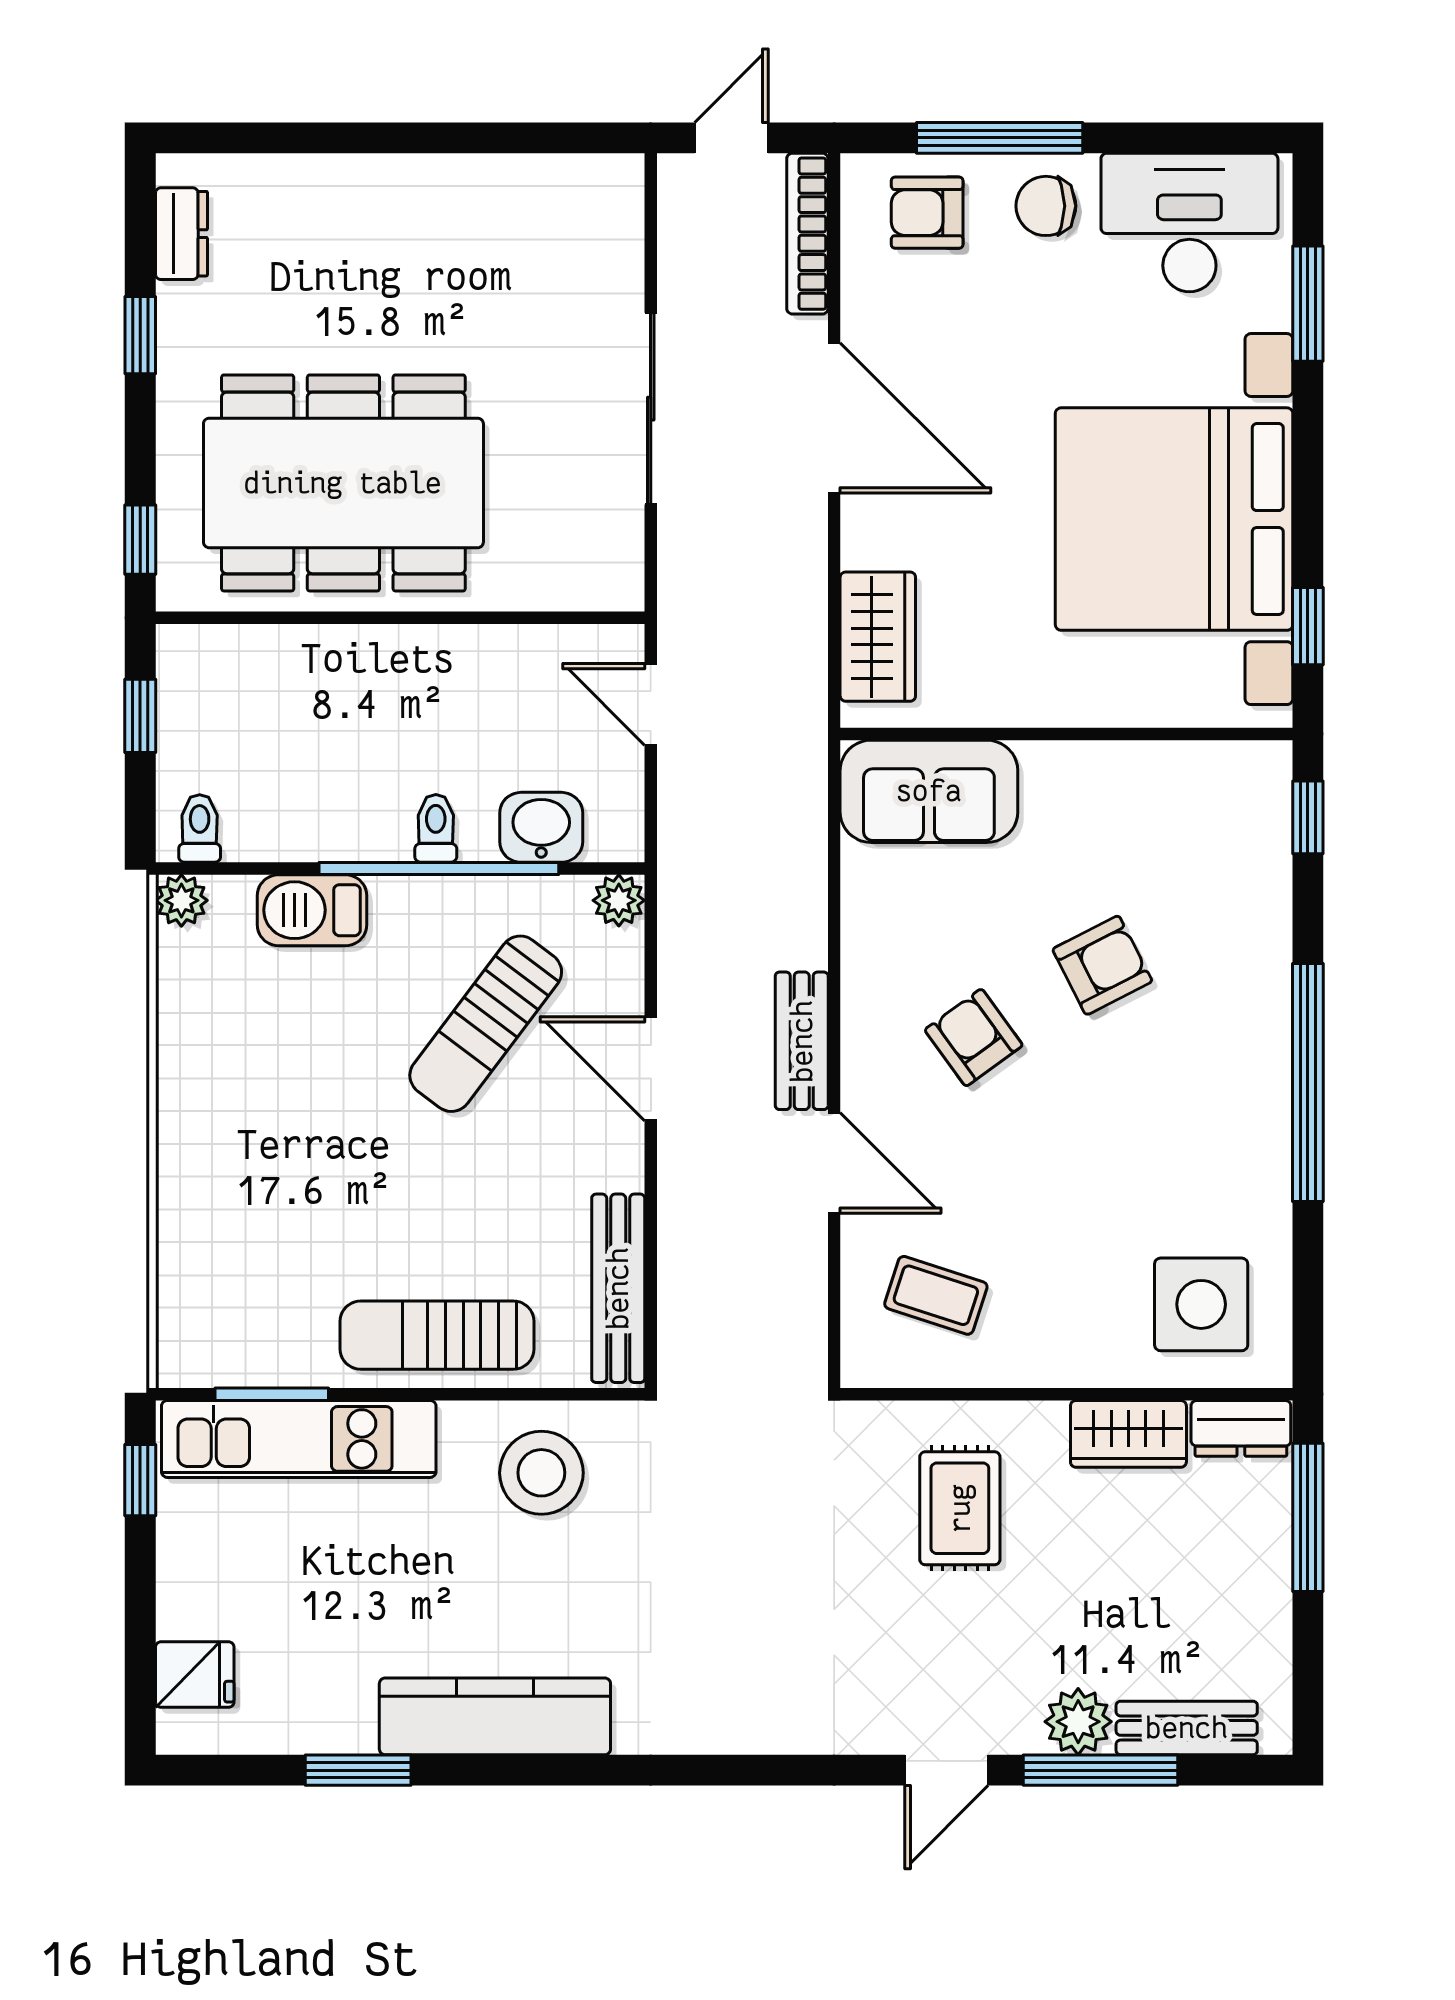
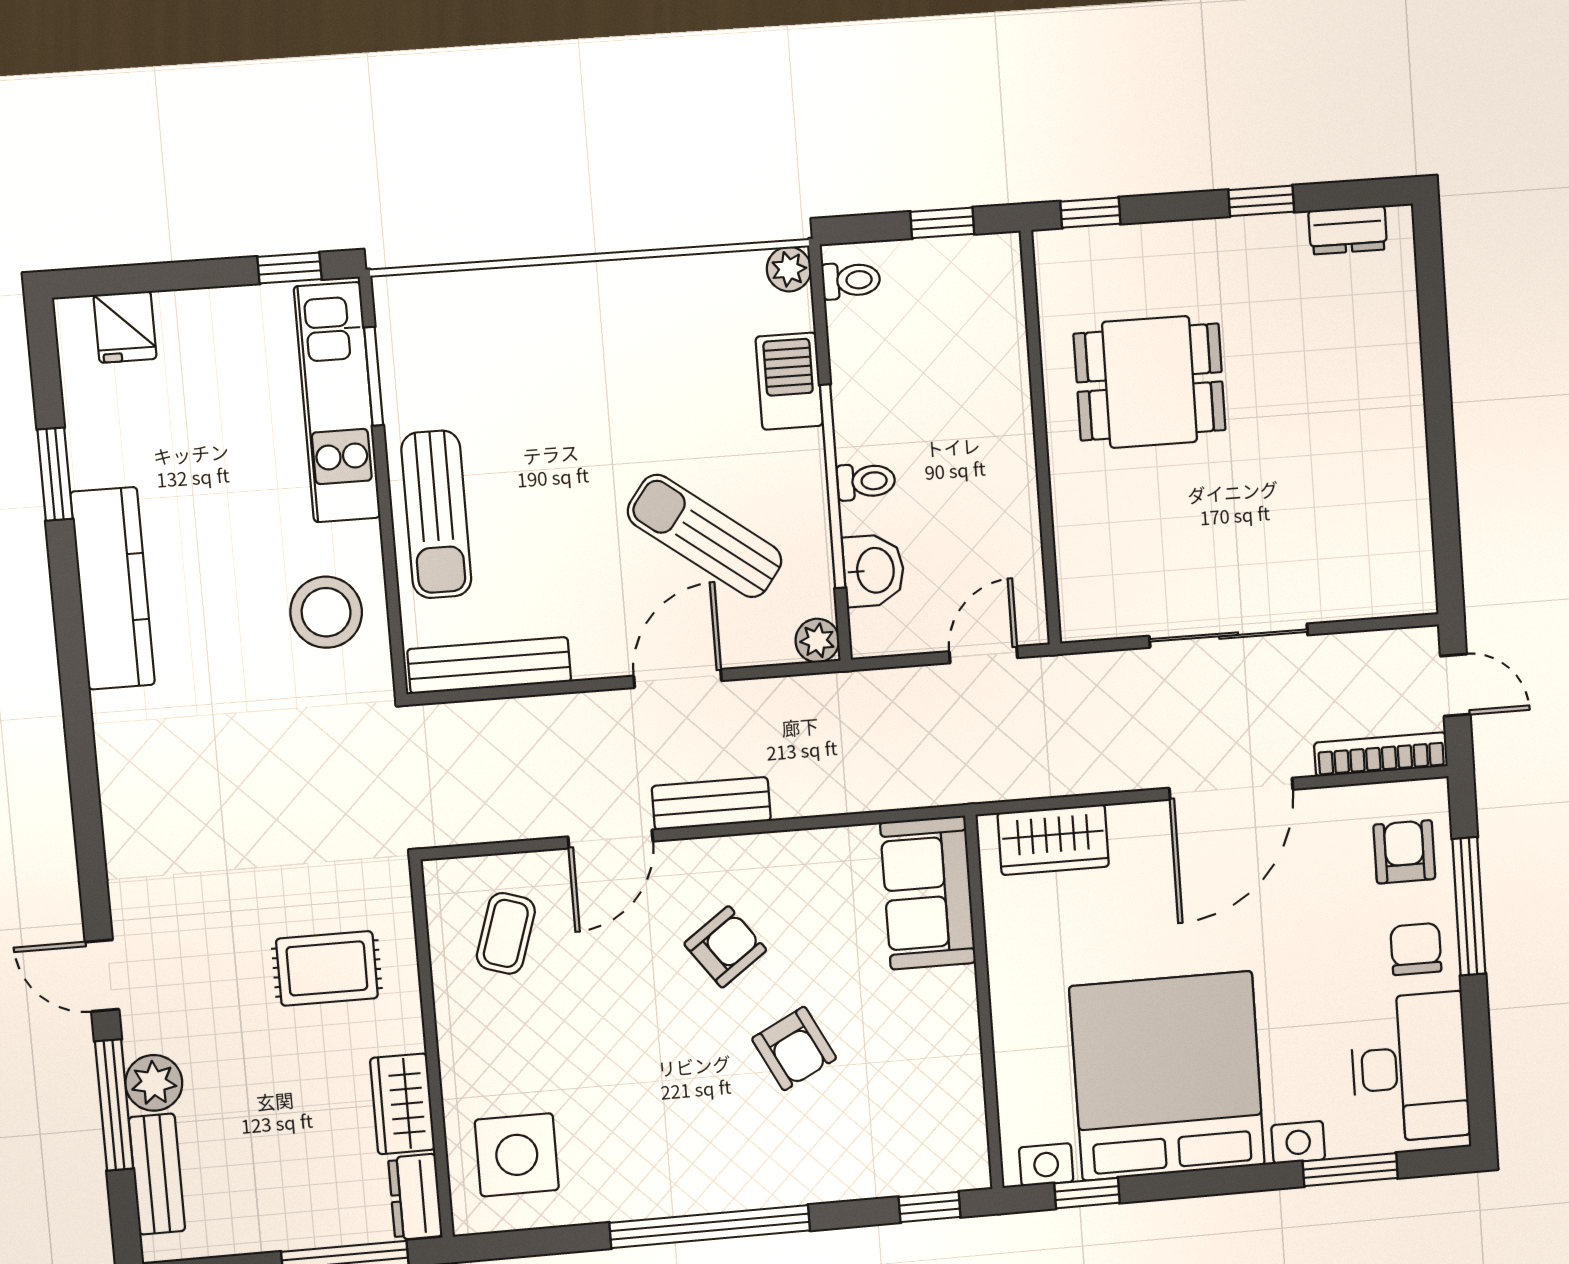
dining table: (343, 483) -> (1150, 382), width x0.53, depth x0.80
sun lounger: (437, 1335) -> (436, 514), turned 180

